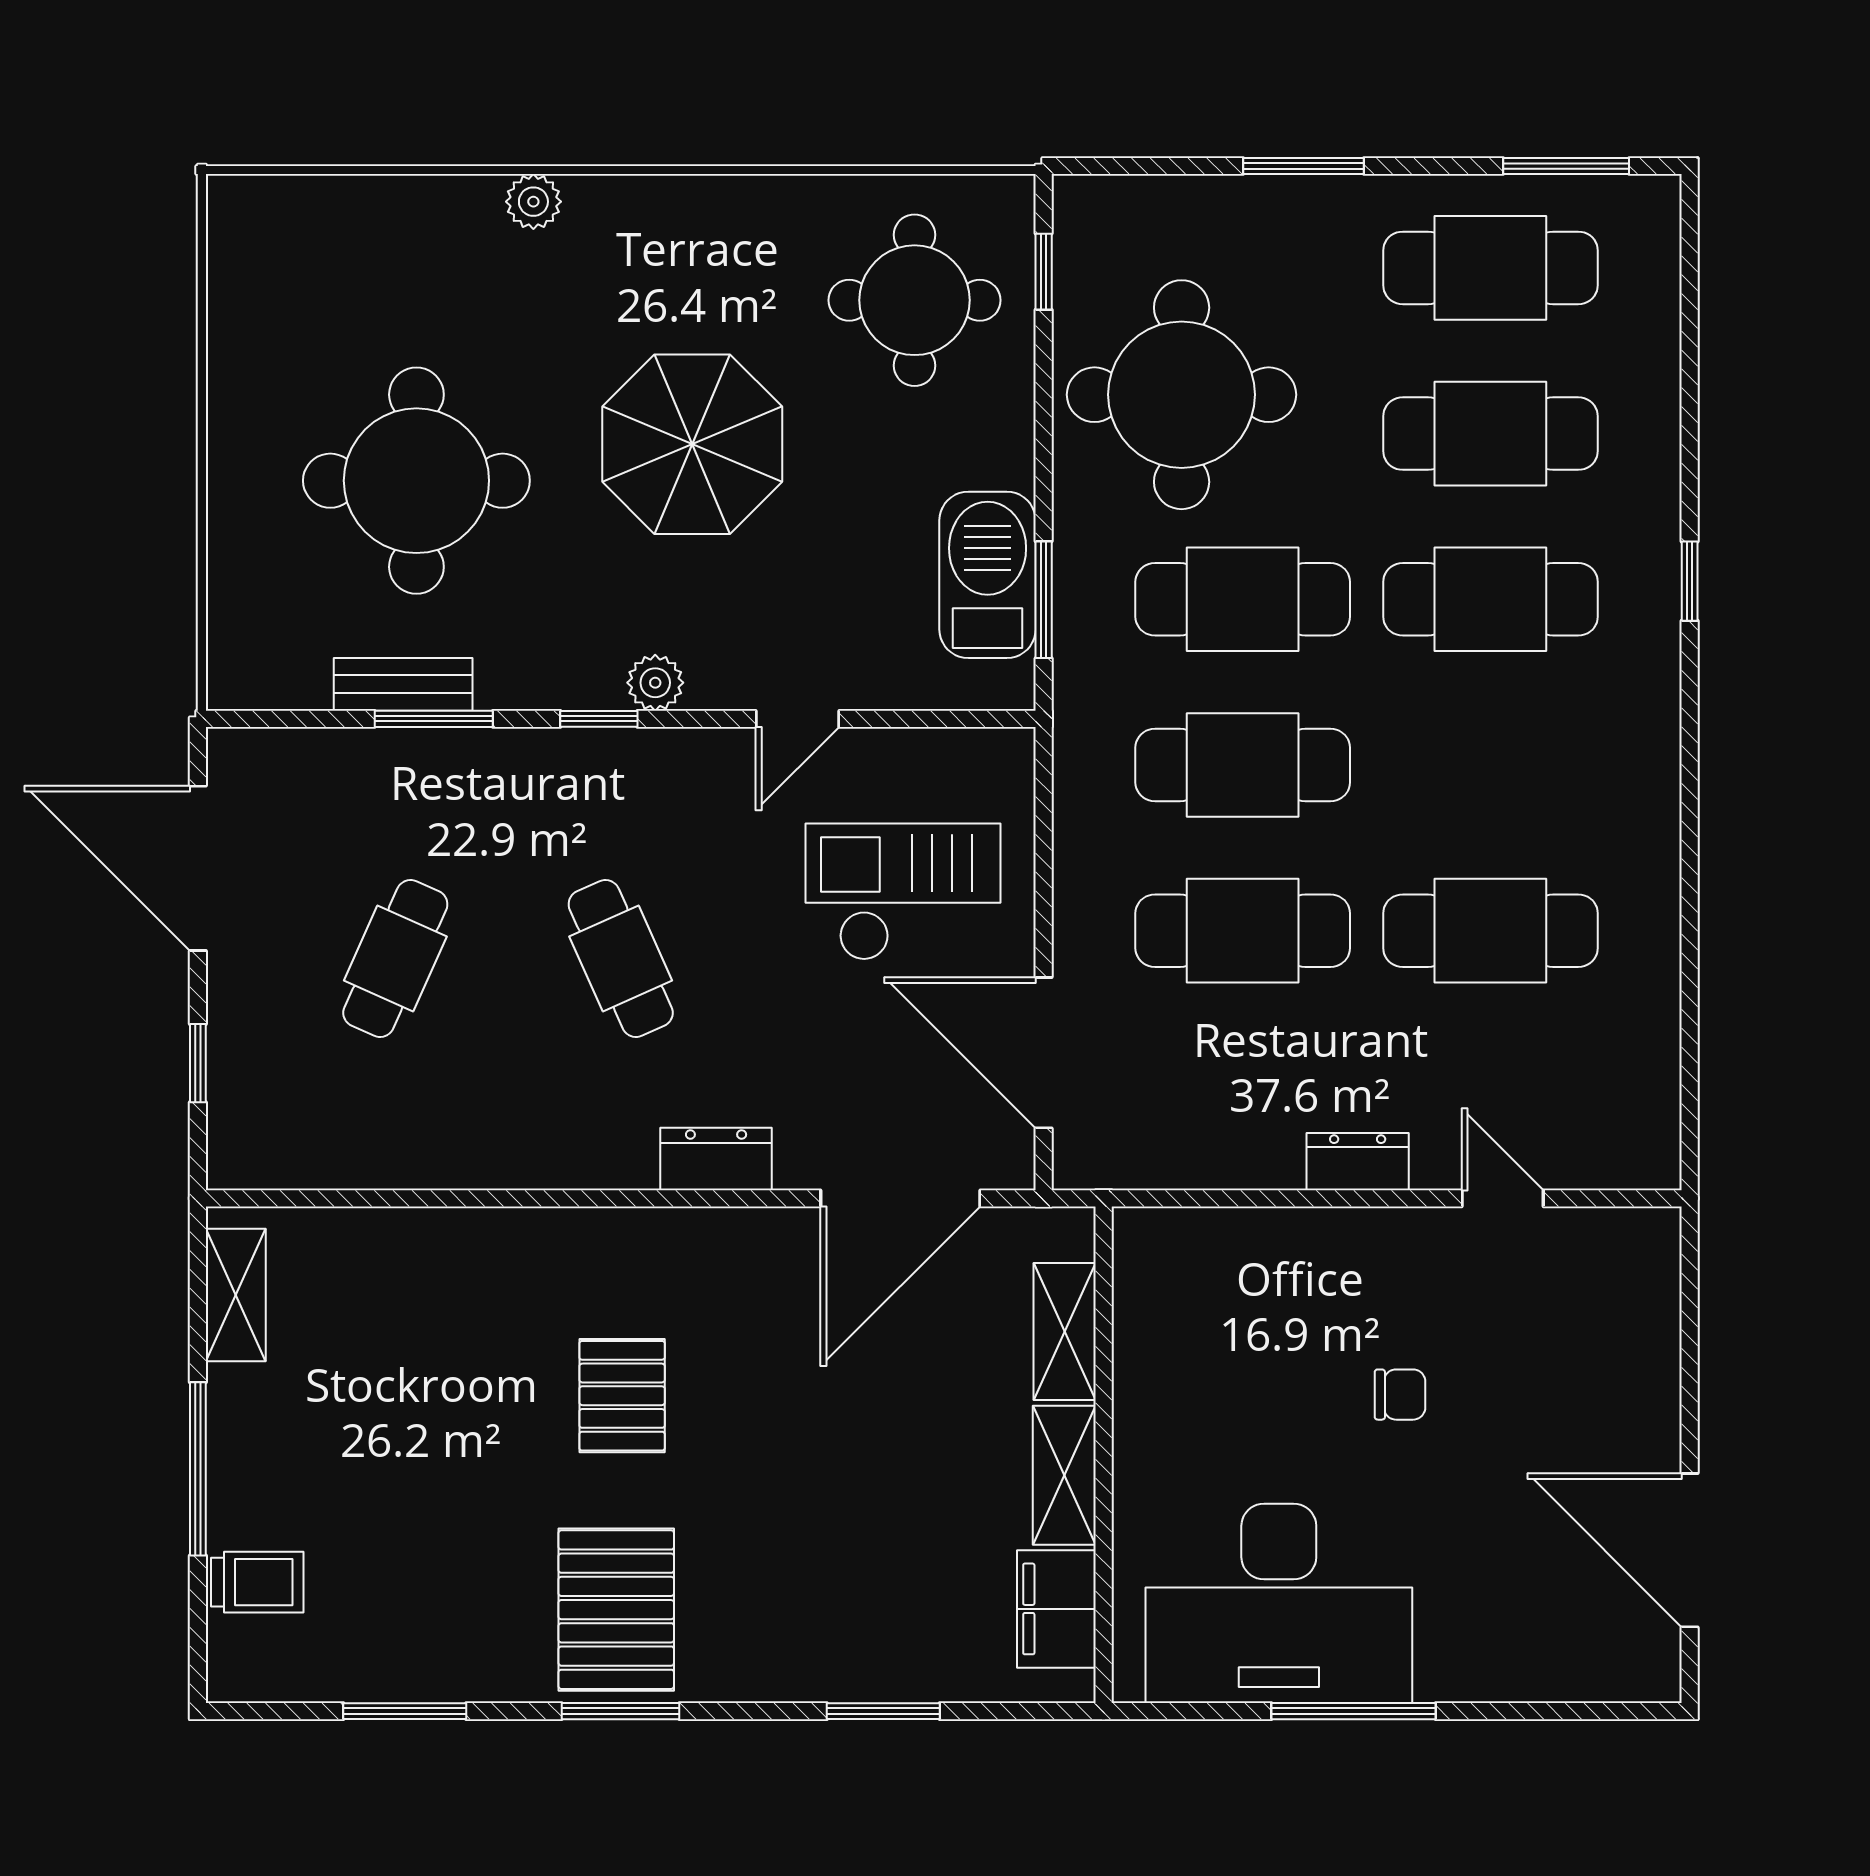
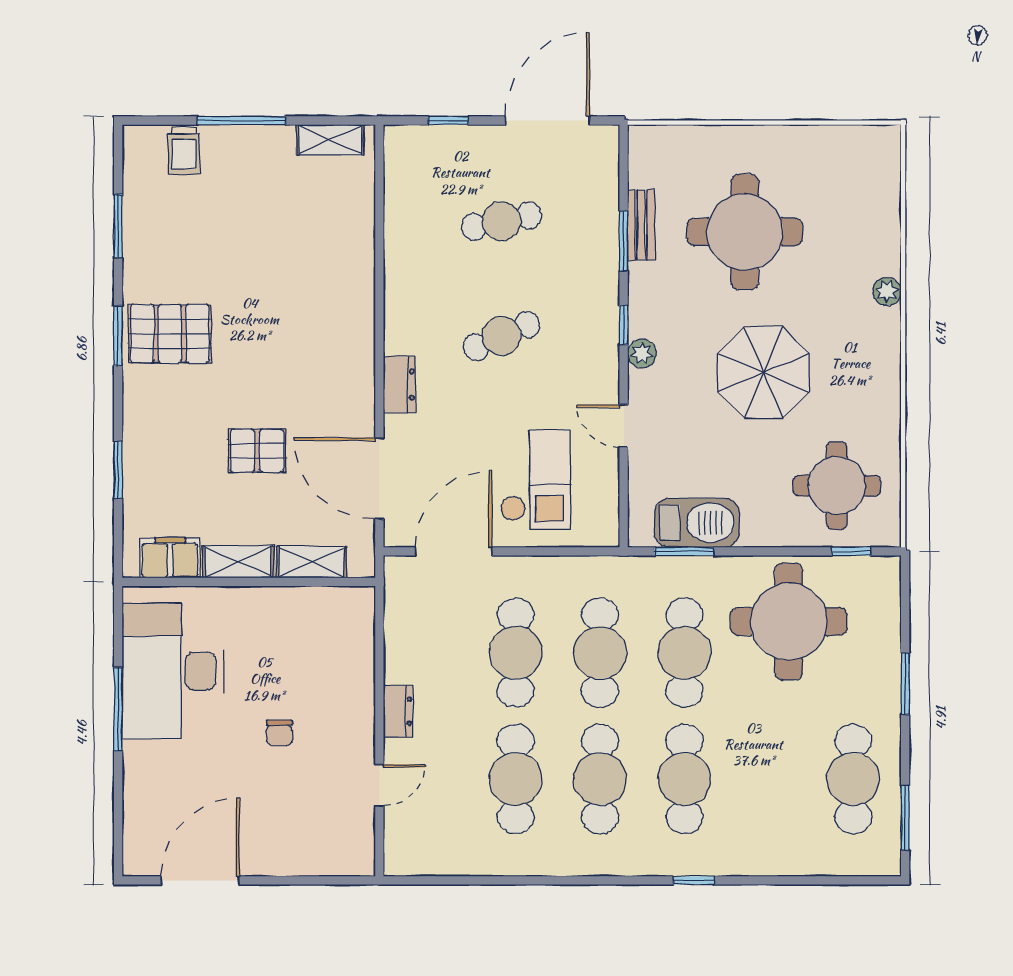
cafe table: (1490, 434) -> (600, 779), moved
cafe table: (395, 959) -> (501, 221), turned -36
pallet: (622, 1396) -> (257, 451), moved

